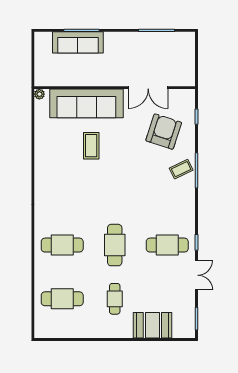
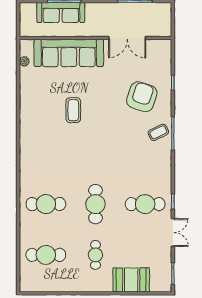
wall: (115, 88) -> (96, 38), moved
double door: (148, 88) -> (127, 38), moved
sofa: (86, 103) -> (69, 53), moved

